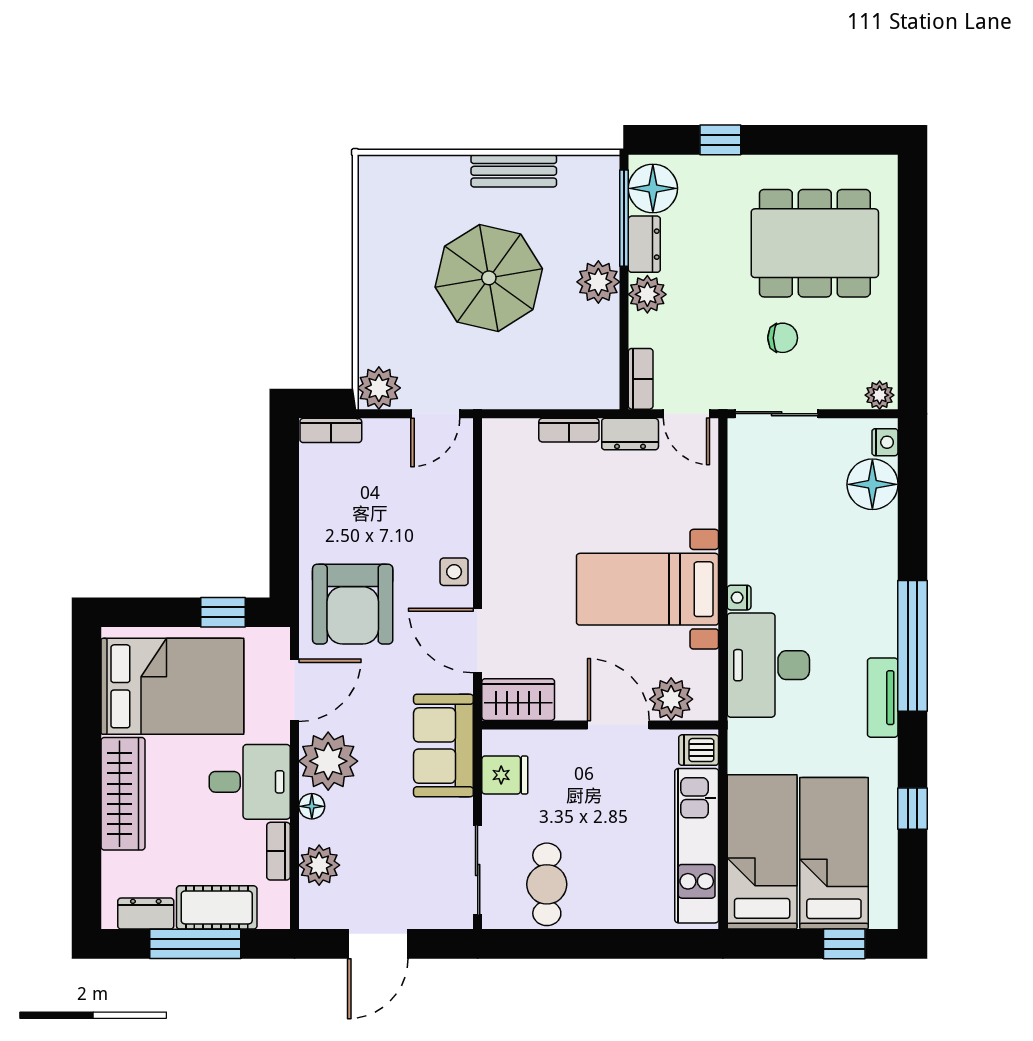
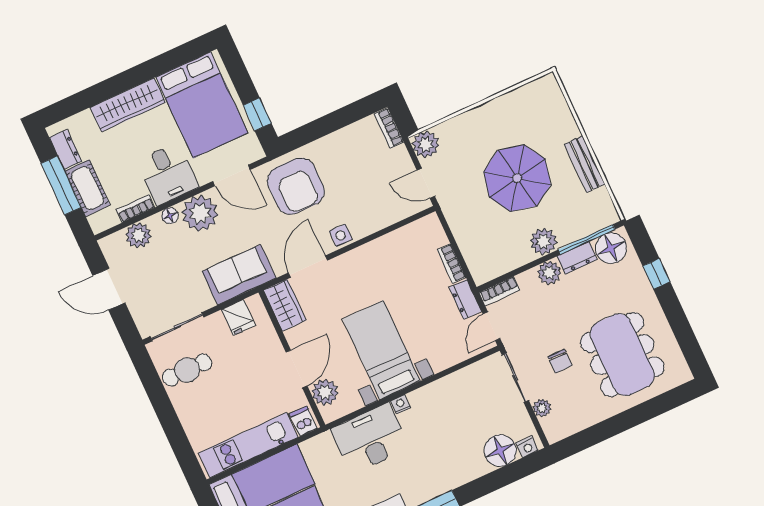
plant: (880, 395) -> (542, 408), moved
armchair: (353, 604) -> (296, 186), turned -90

